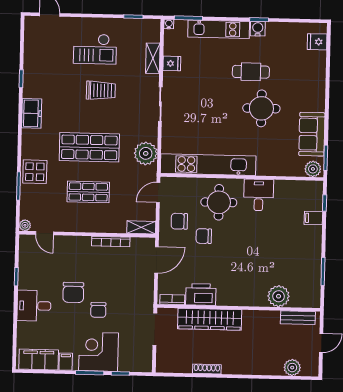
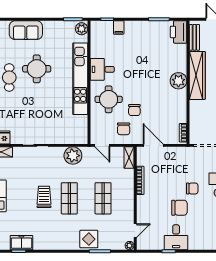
trolley: (101, 90) -> (44, 197), moved
freezer: (32, 113) -> (21, 243), moved
sofa: (312, 134) -> (26, 30), moved
shop shelf: (89, 147) -> (69, 198), width x0.70, depth x0.74
kitchen unit: (208, 165) -> (80, 79), moved
printer: (201, 294) -> (179, 32), moved
plant: (279, 296) -> (178, 81), moved
desk: (34, 306) -> (176, 237), moved
wardrobe: (210, 319) -> (197, 75), moved

